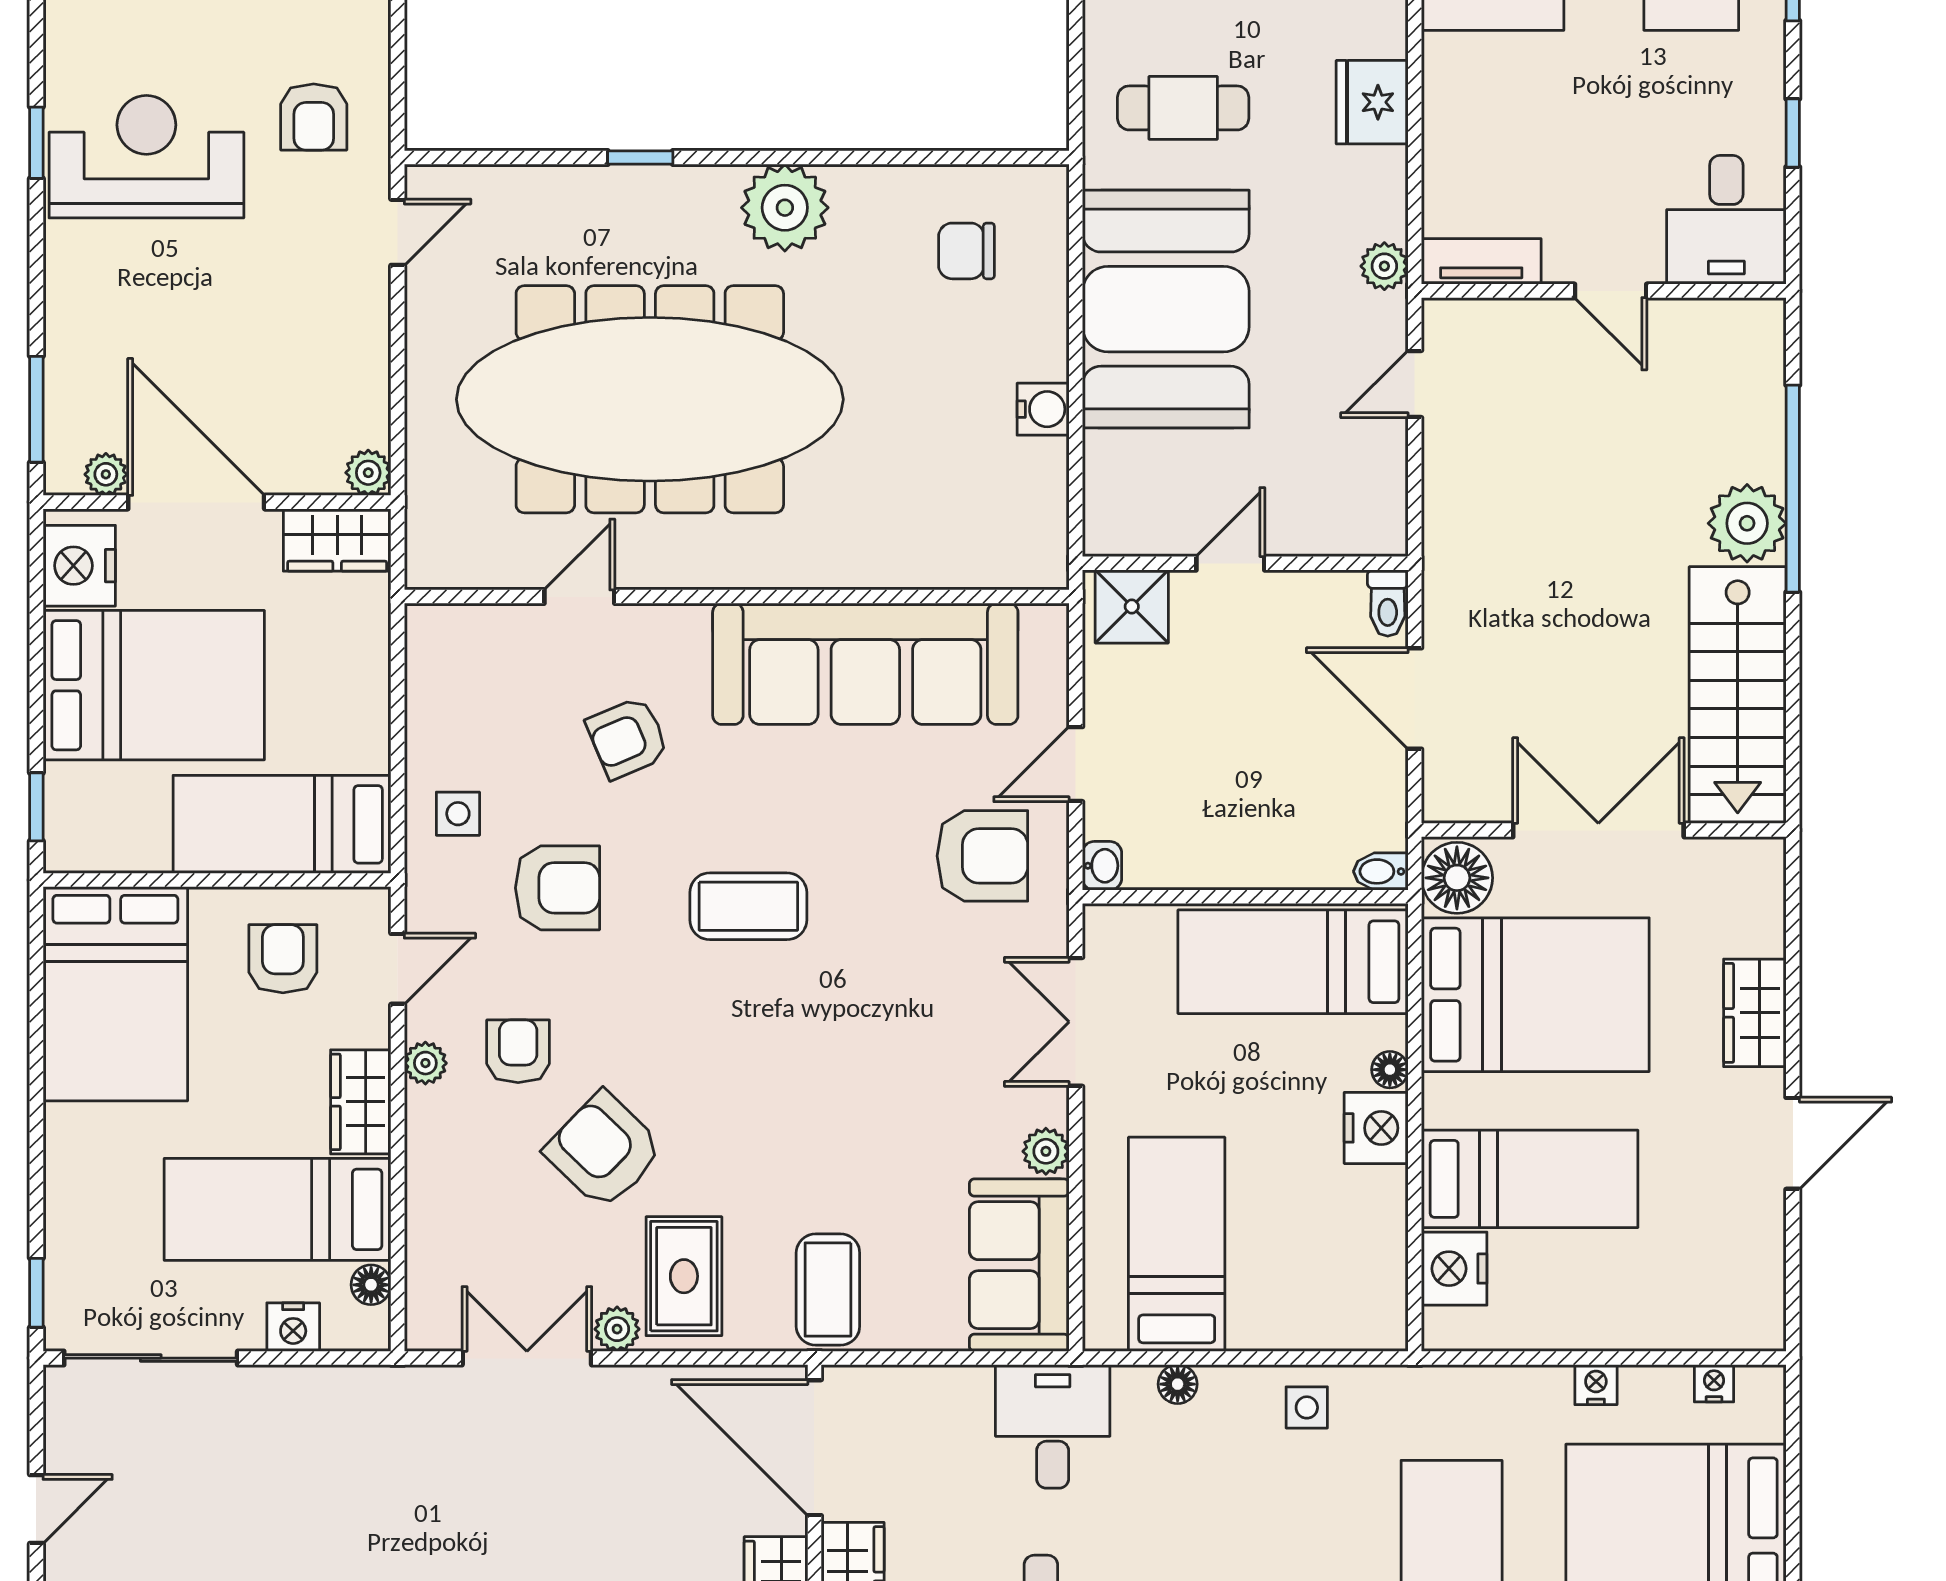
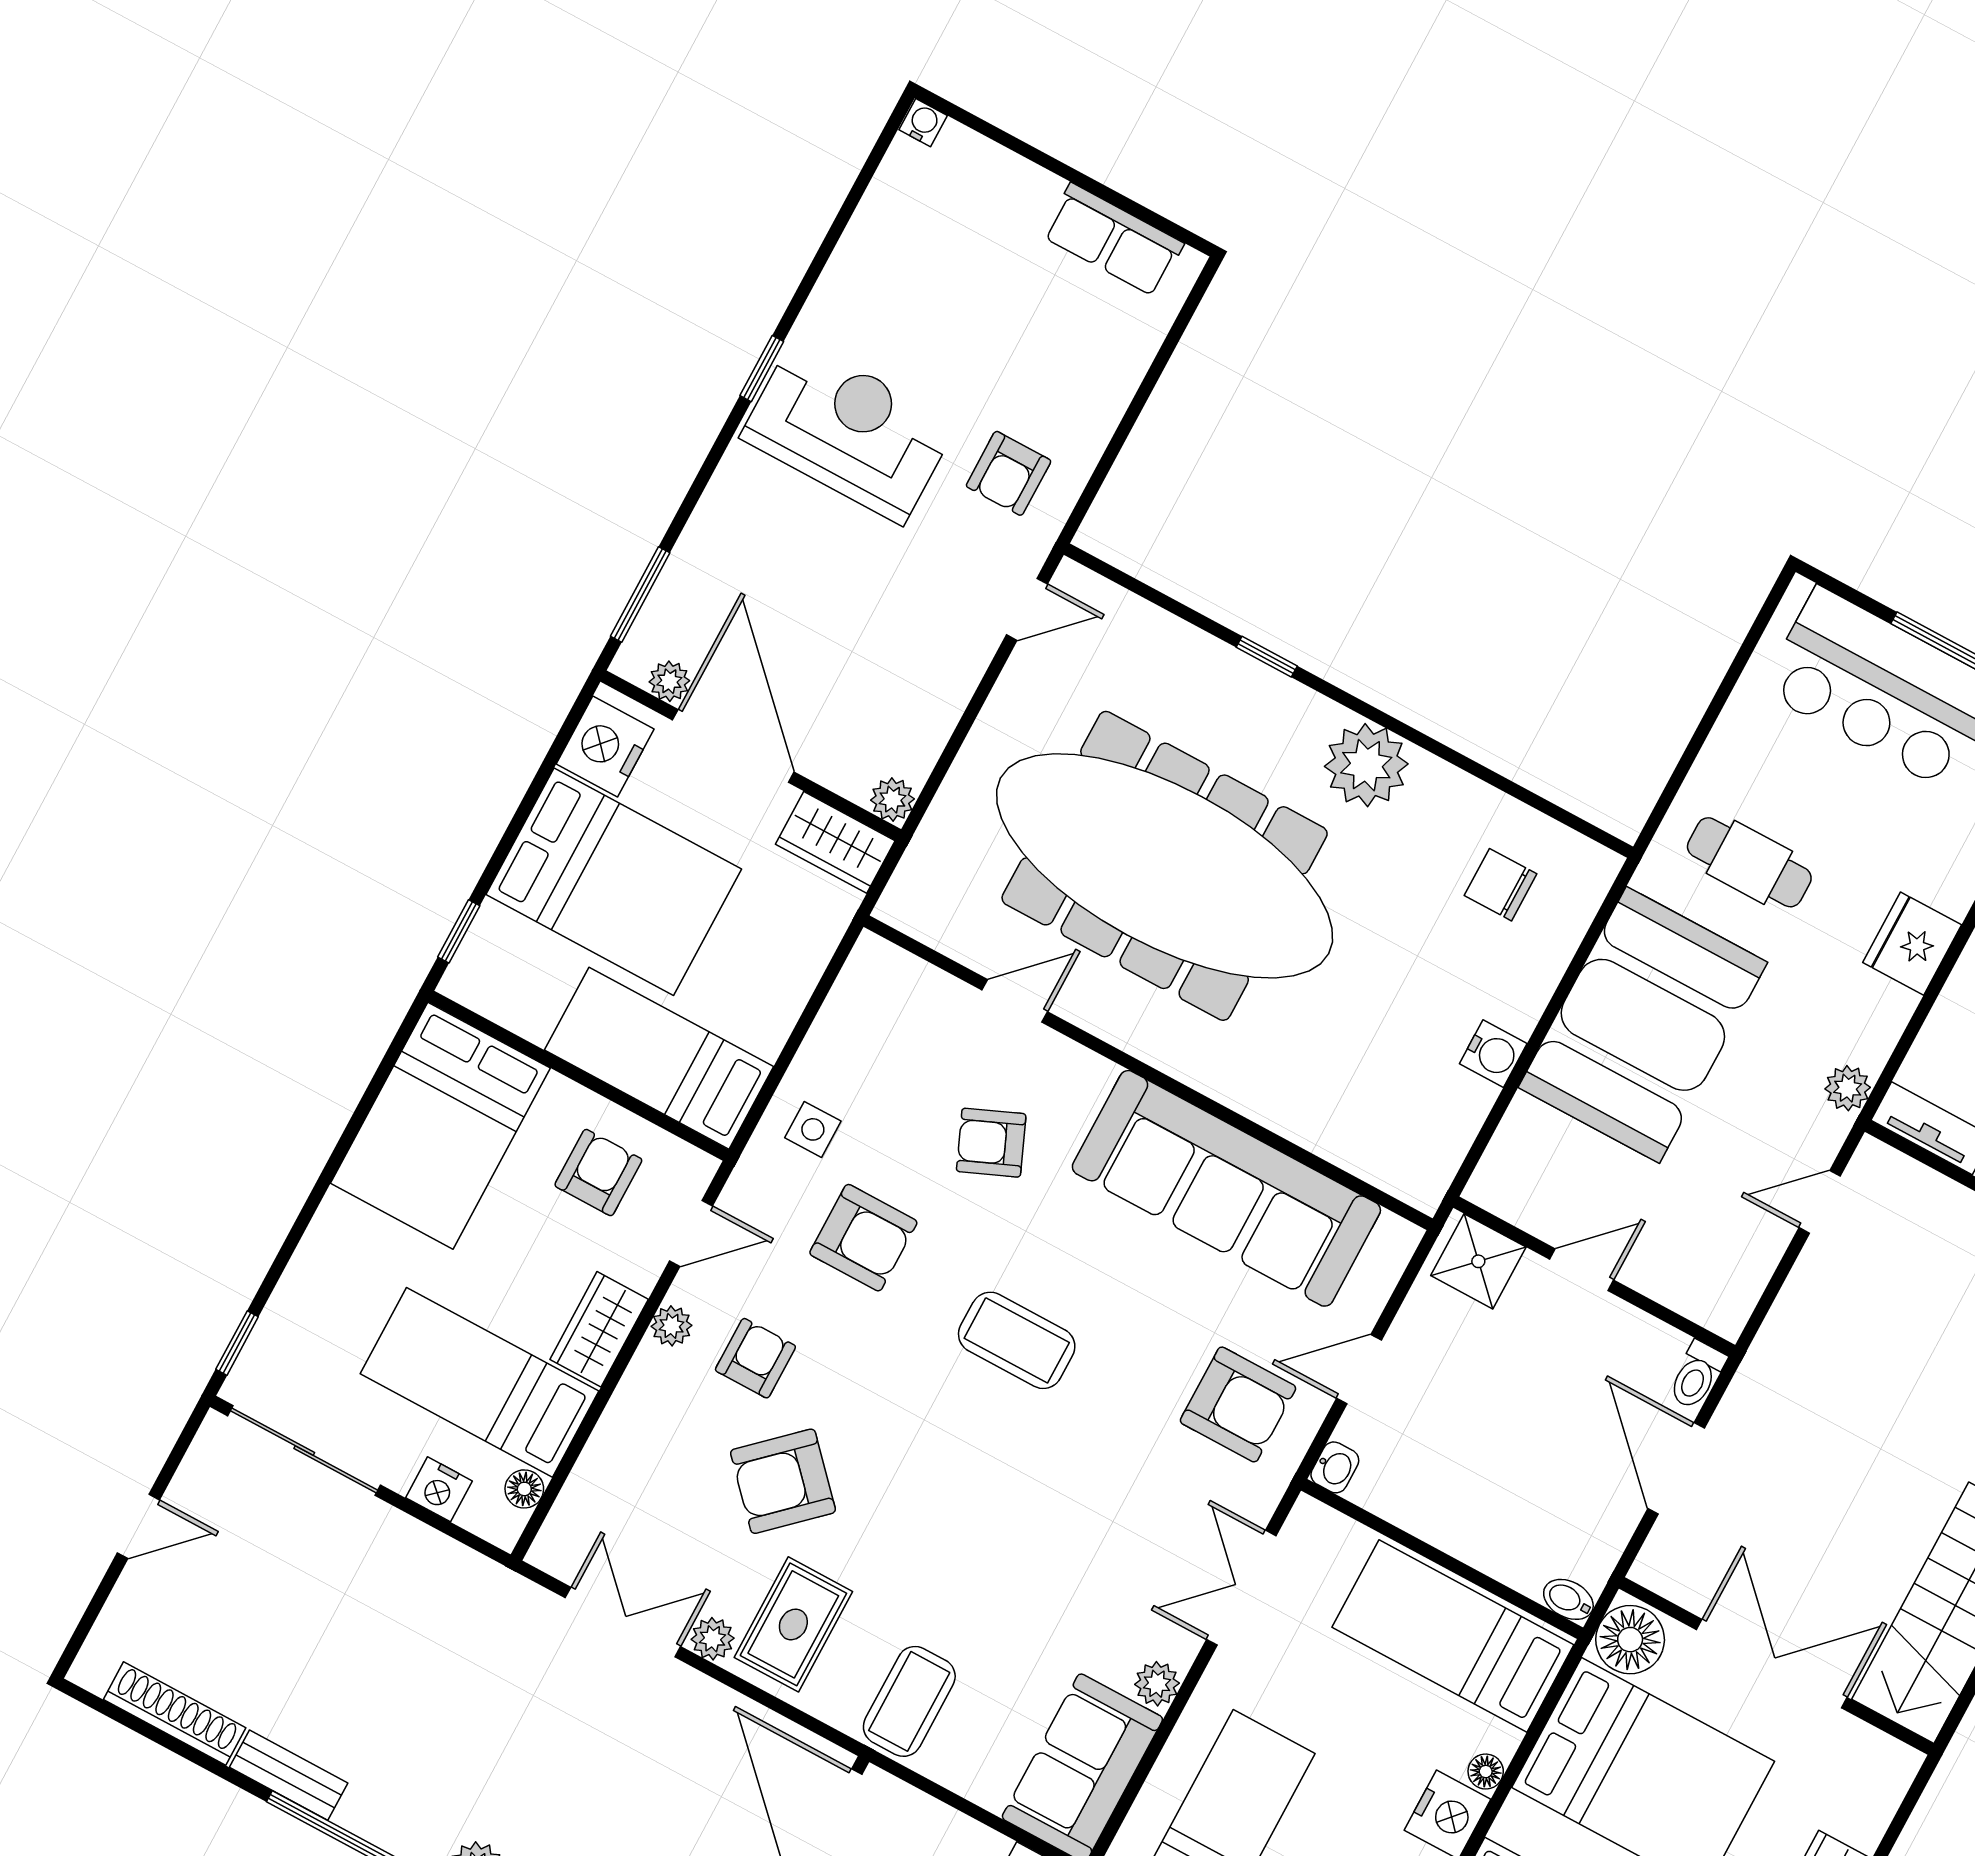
armchair: (604, 1150) -> (783, 1481), turned -87

